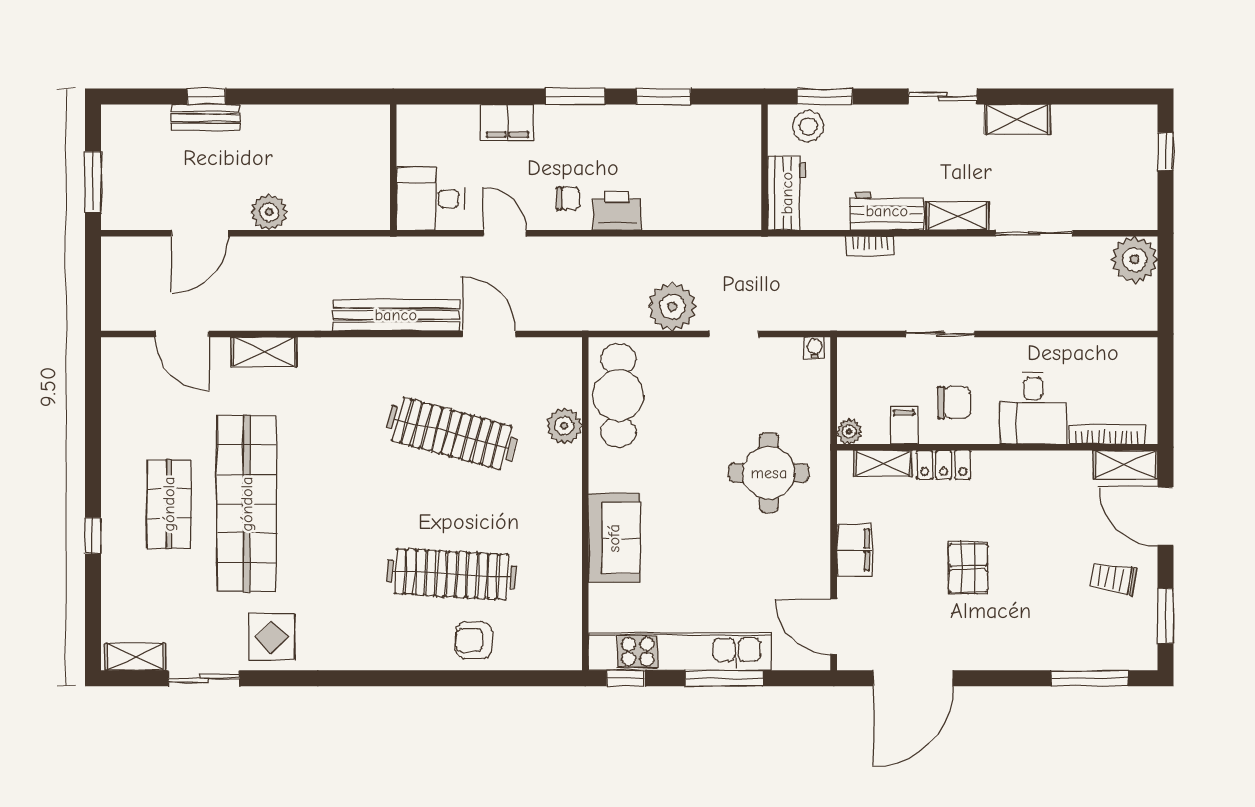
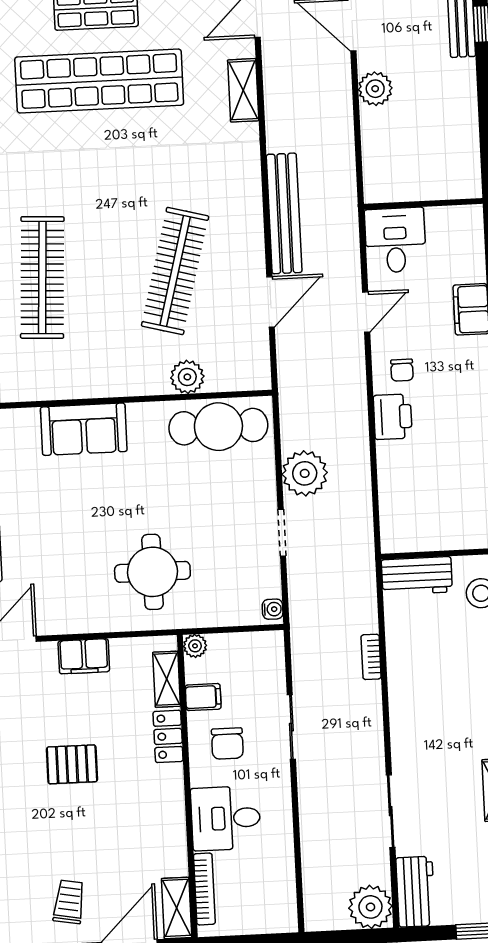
workbench: (887, 211) -> (416, 892), moved
shelving: (957, 216) -> (403, 738), removed

